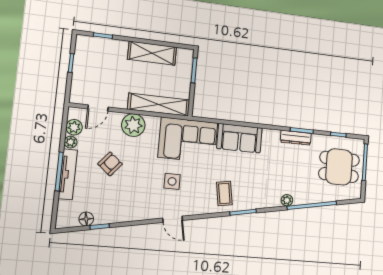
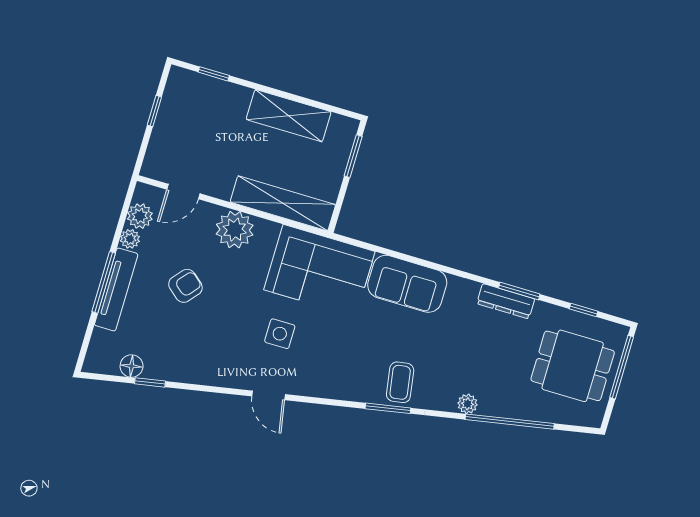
coffee table: (224, 193) -> (400, 382), moved

